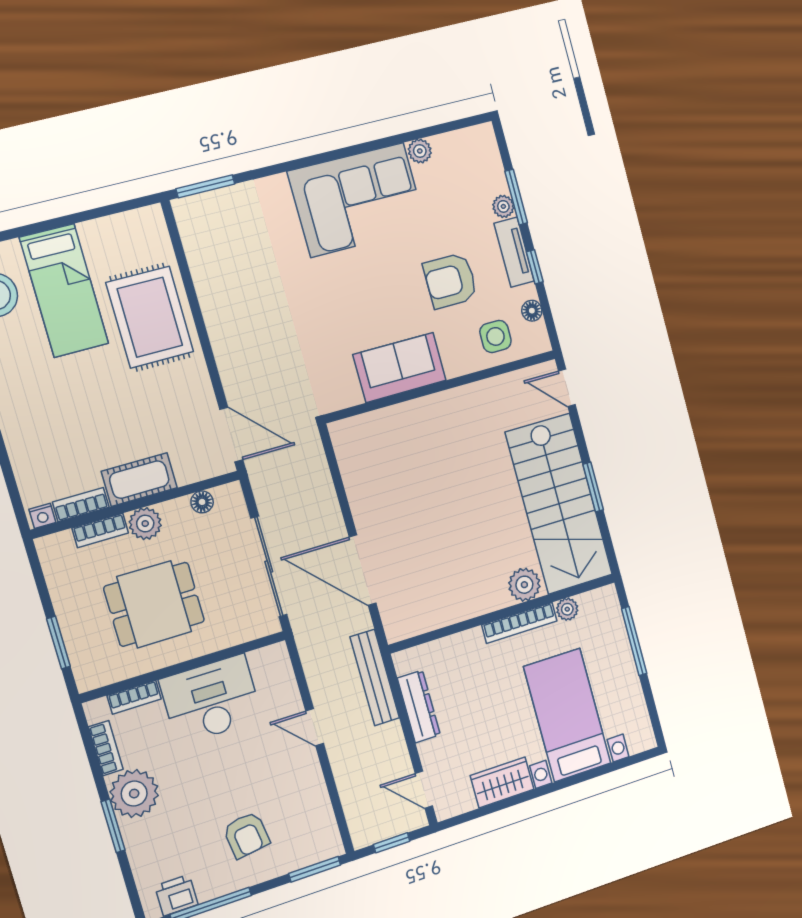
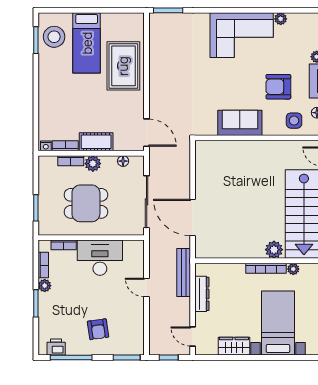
plant: (134, 794) -> (45, 286), width x0.53, depth x0.53

